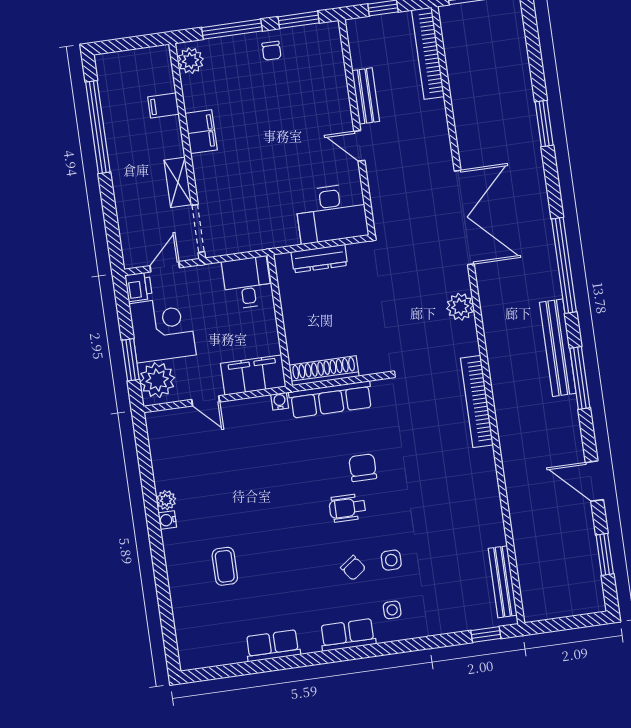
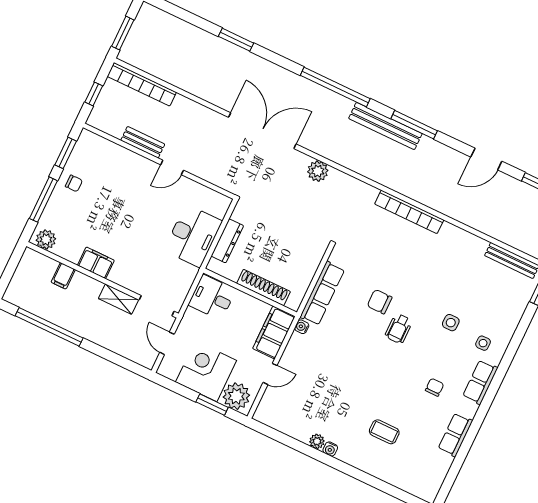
desk: (332, 213) -> (193, 236), moved
printer: (139, 287) -> (169, 369), removed
shoe rack: (324, 371) -> (263, 288), moved, turned 90
bookcase: (477, 401) -> (409, 212), moved
chair: (353, 568) -> (435, 387), moved, turned -54

